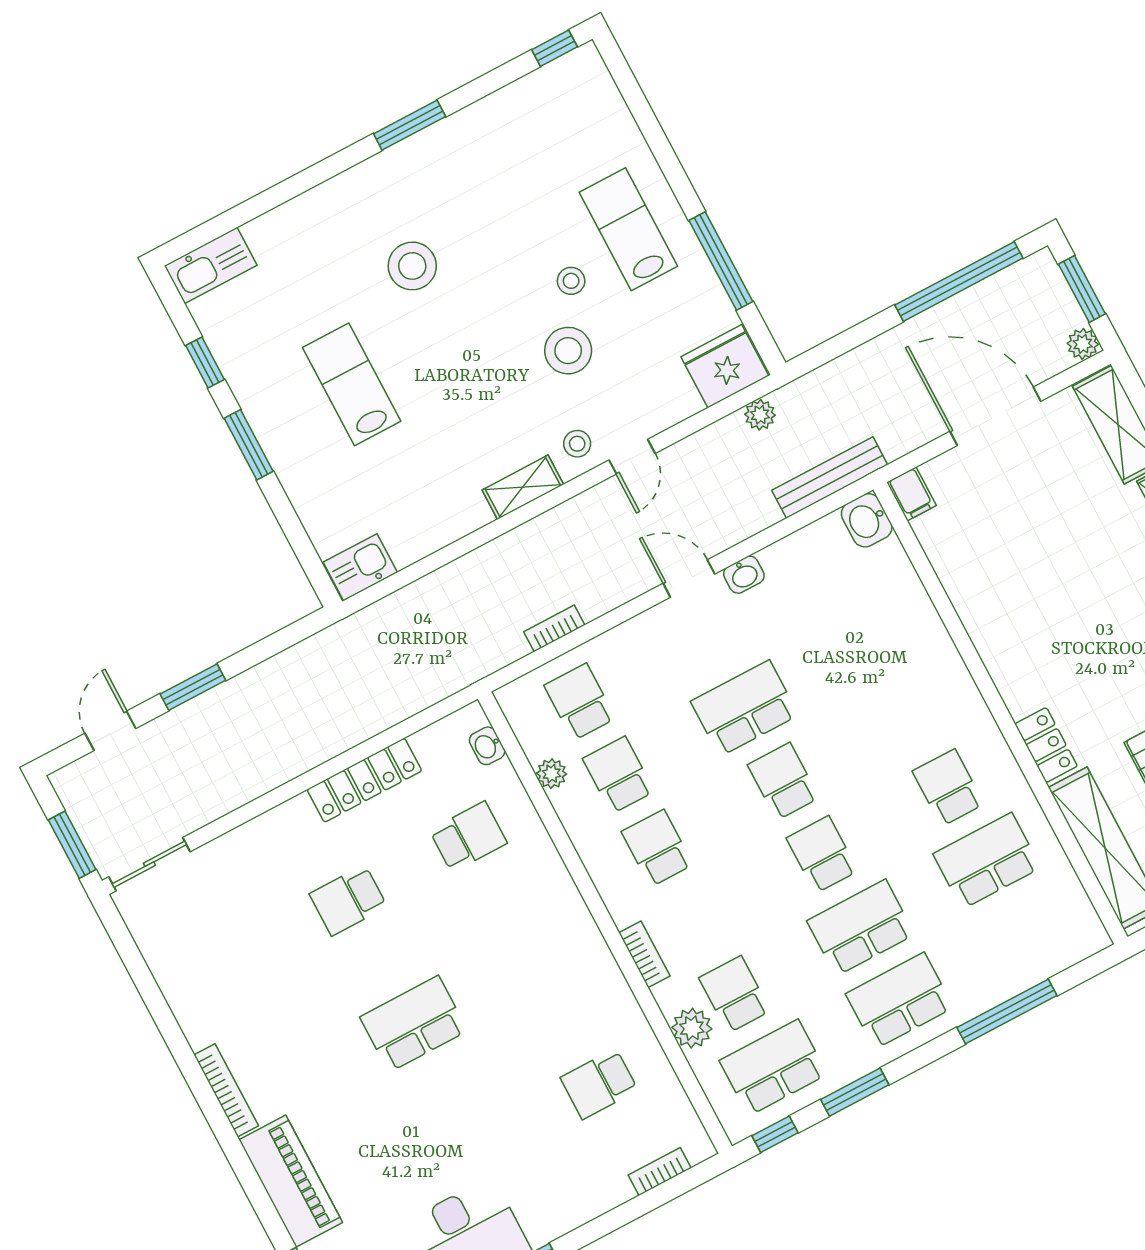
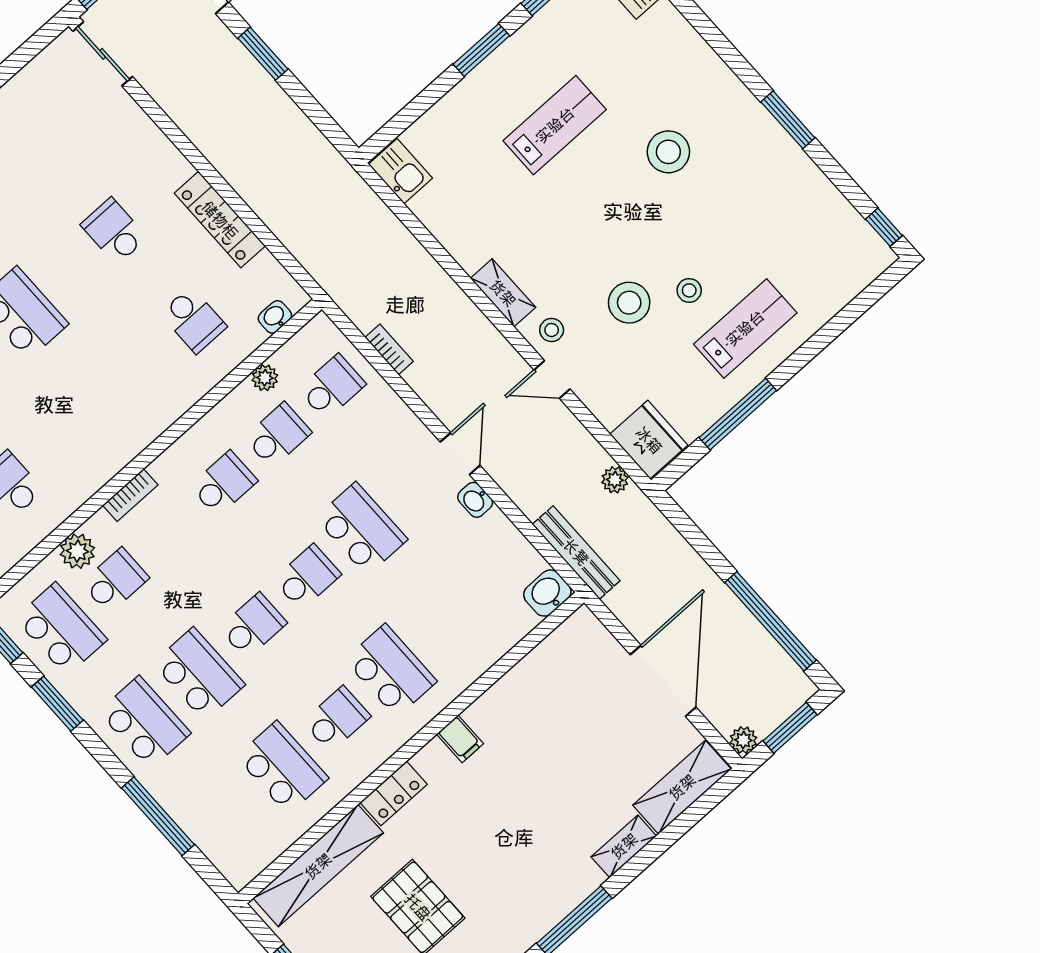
filing cabinet: (912, 494) -> (460, 739), moved, turned -90
school desk: (909, 715) -> (391, 671), added

